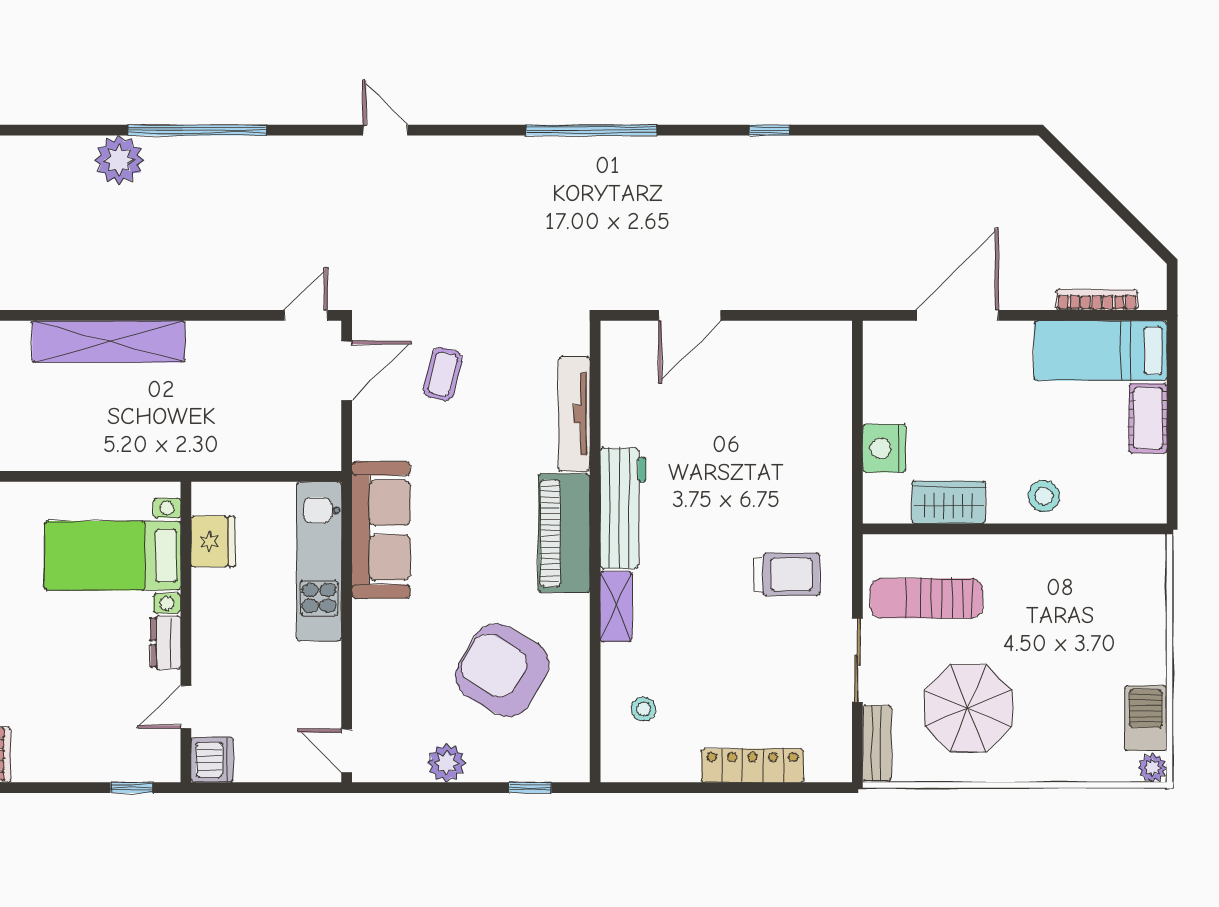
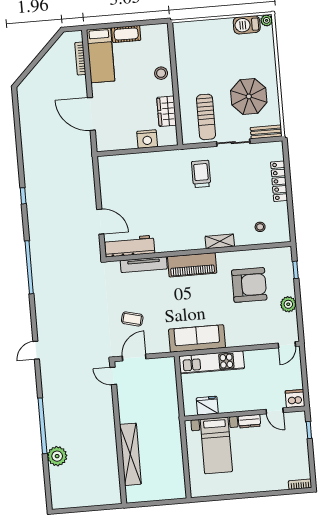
door: (347, 371) -> (134, 358), hinge flipped
workbench: (623, 508) -> (130, 246), moved
armchair: (502, 670) -> (249, 285), turned -120

